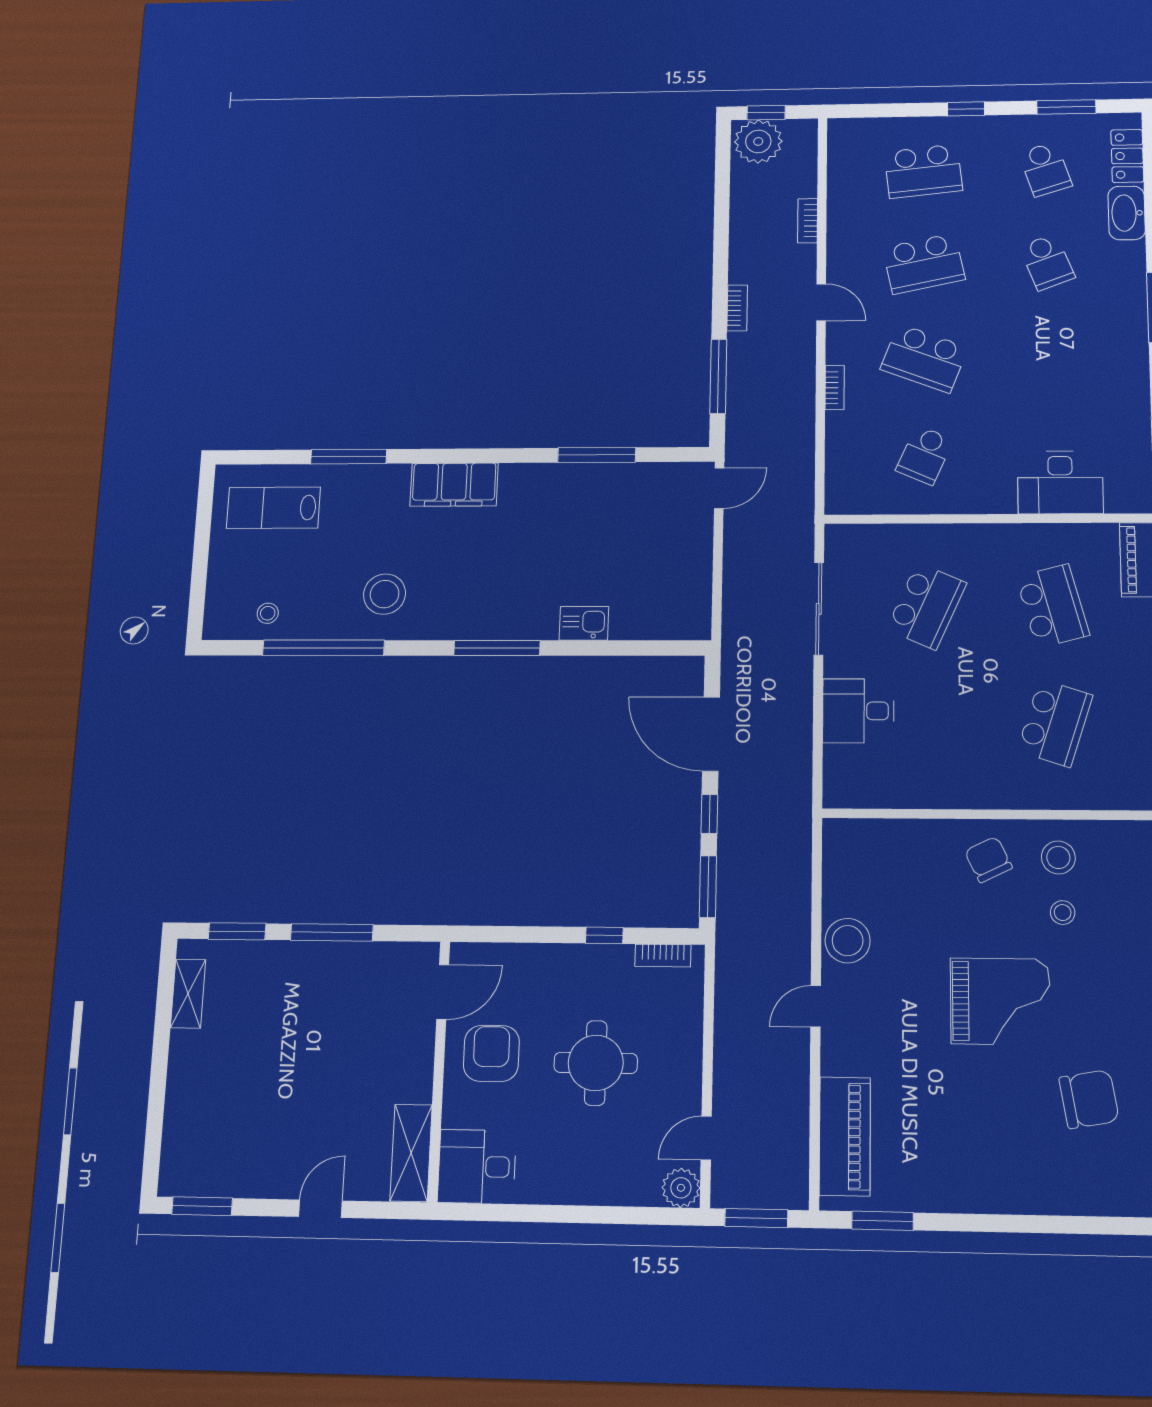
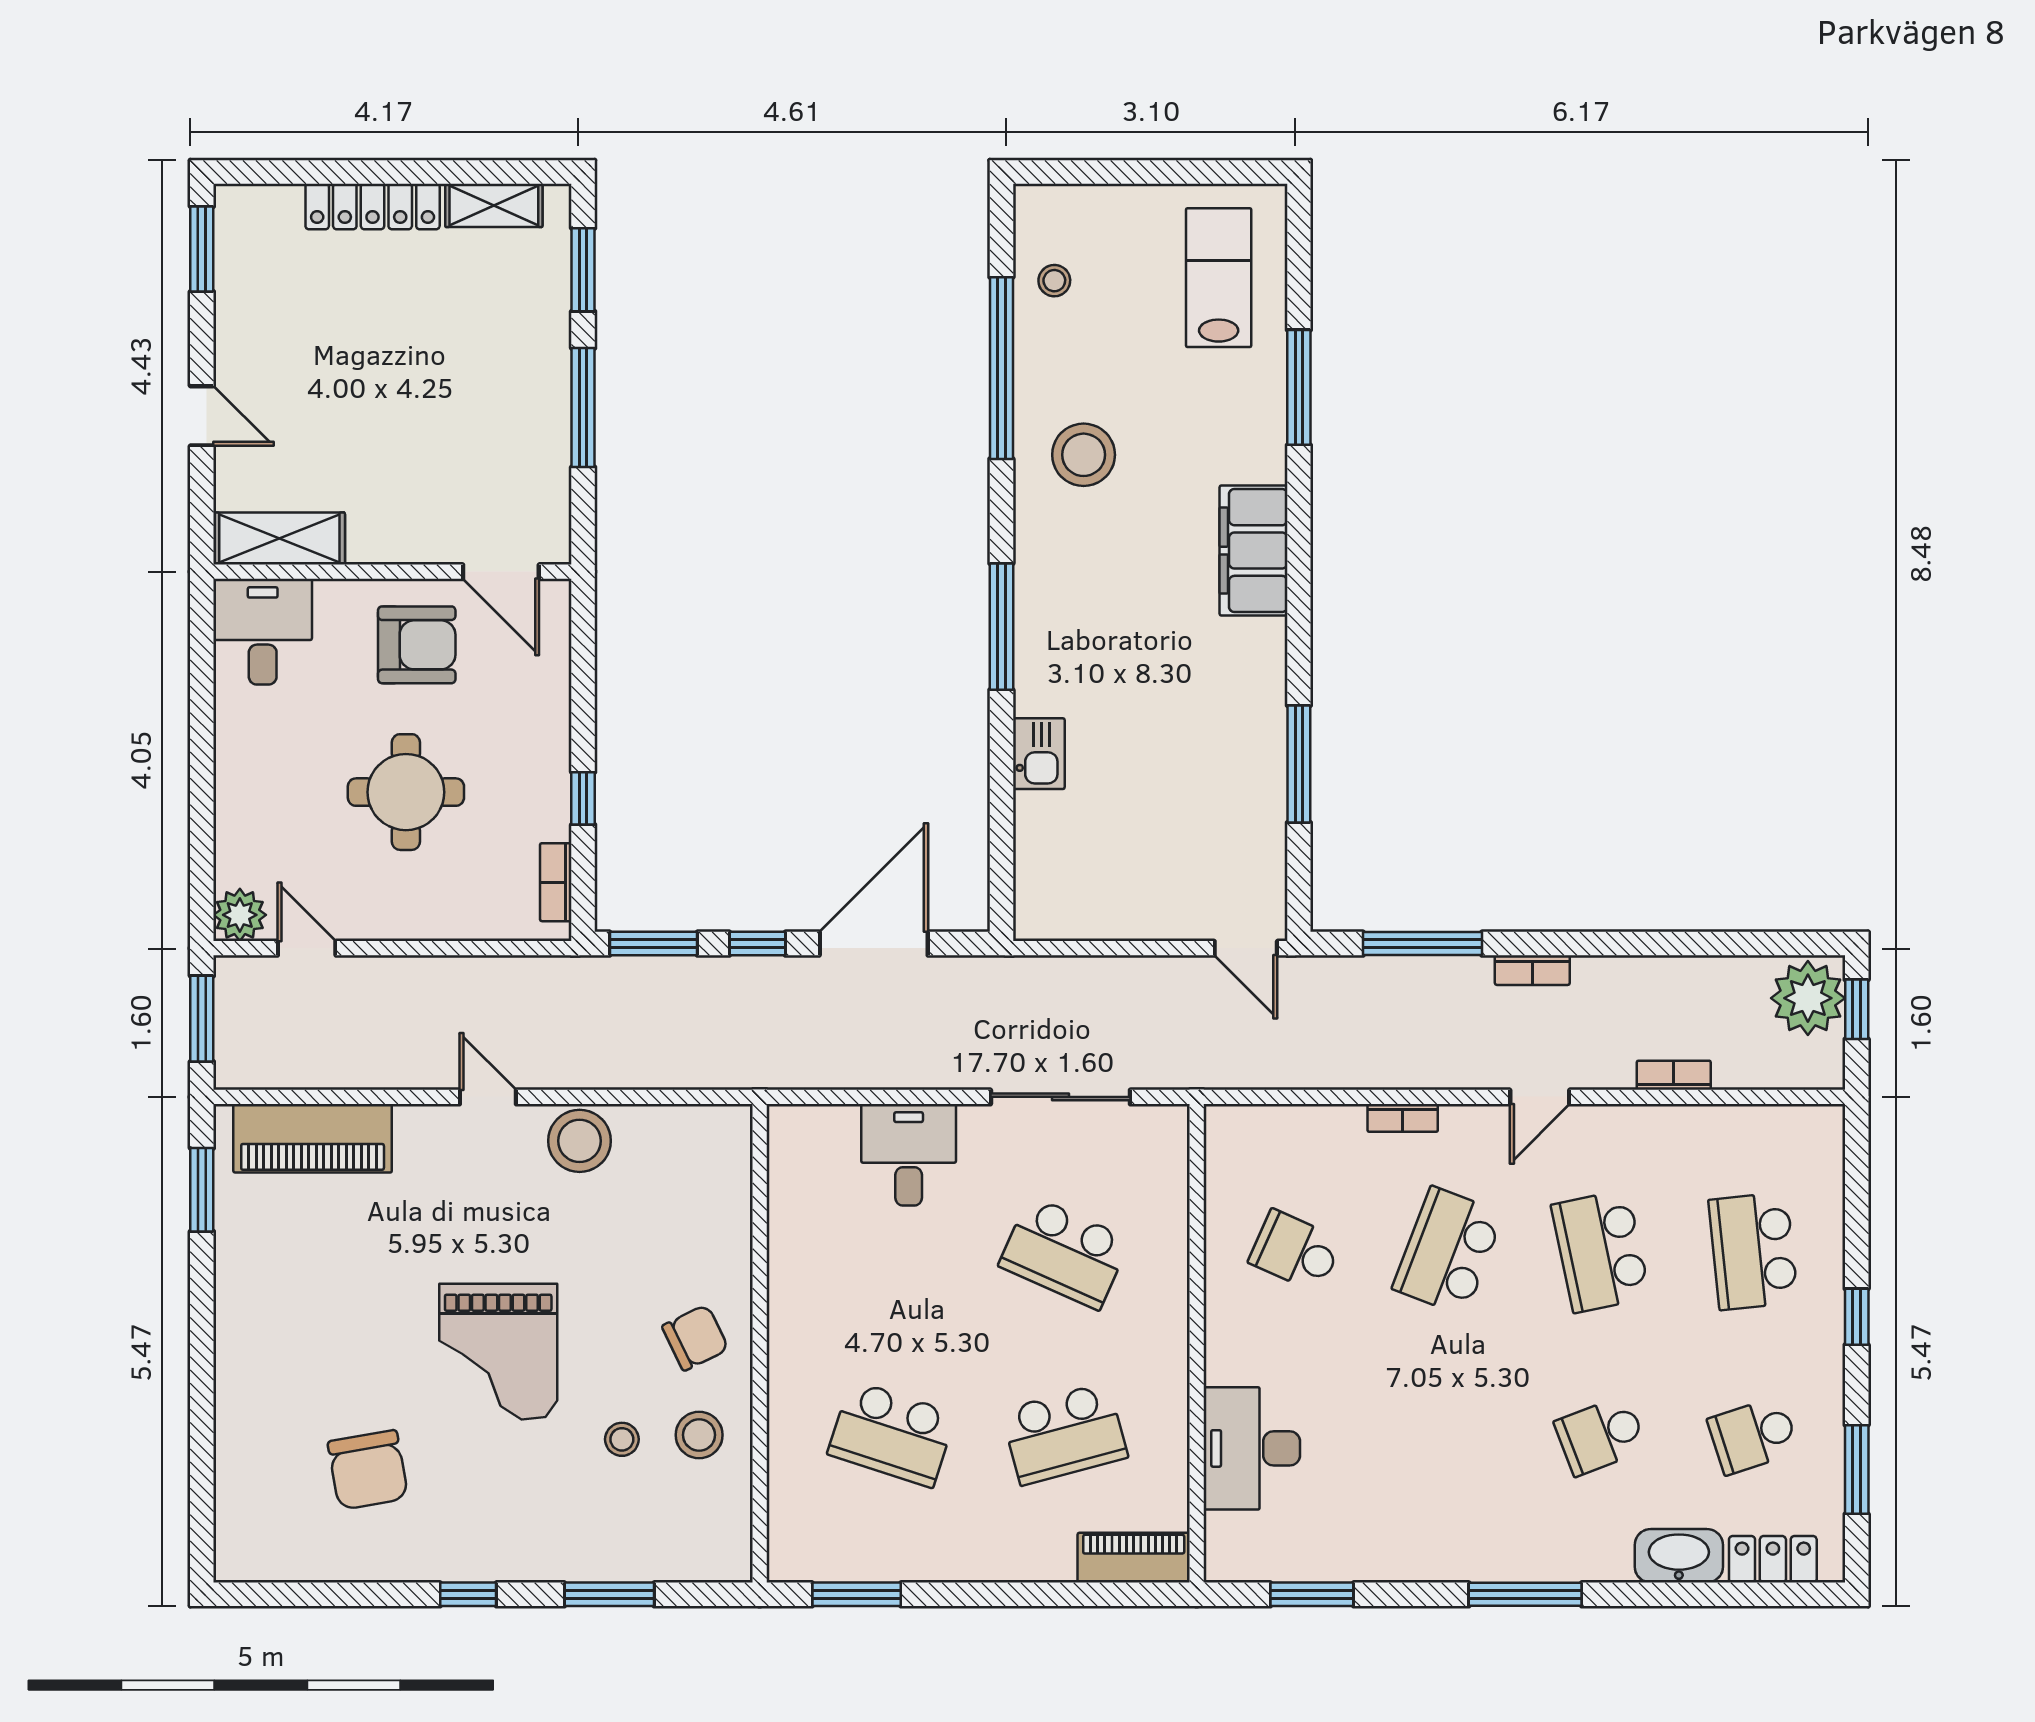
locker: (182, 1080) -> (373, 206), added

